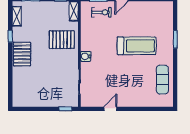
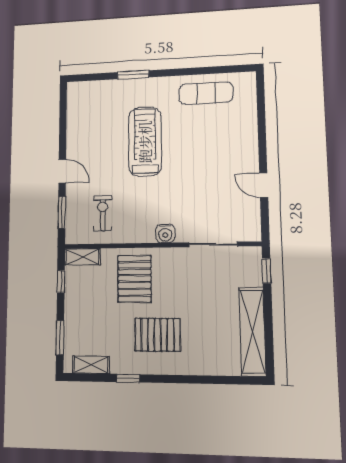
exercise bike: (101, 12) -> (103, 213), moved
pallet: (22, 54) -> (158, 335), moved
shelving: (35, 101) -> (252, 331), added

